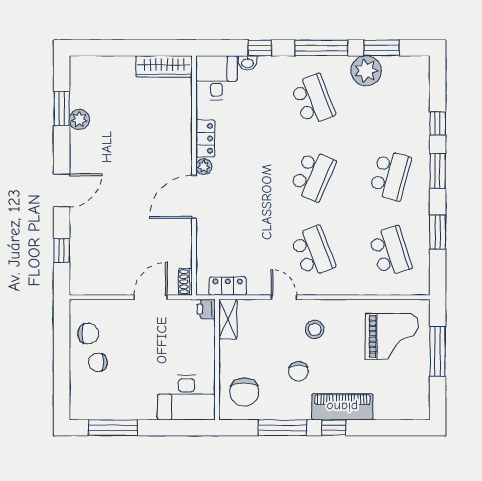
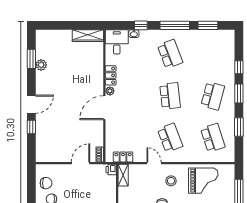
plant: (366, 71) -> (199, 38), removed
school desk: (313, 175) -> (170, 96), turned -30
window: (62, 251) -> (31, 127), moved
grand piano: (392, 336) -> (203, 181), moved

